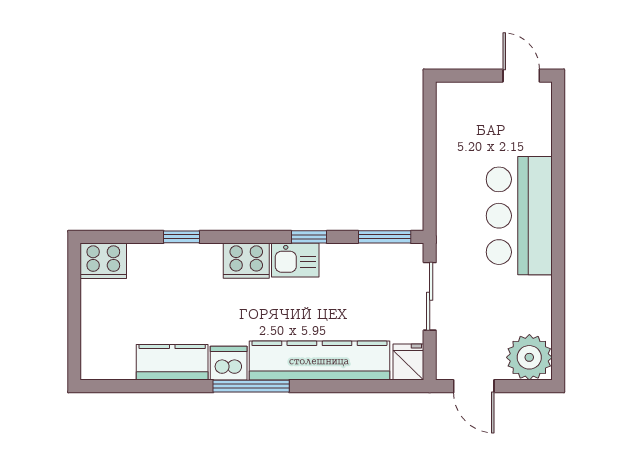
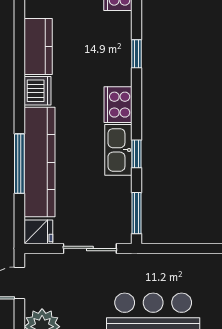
kitchen sink: (295, 260) -> (118, 150), width x1.38
window: (251, 386) -> (19, 164), moved

